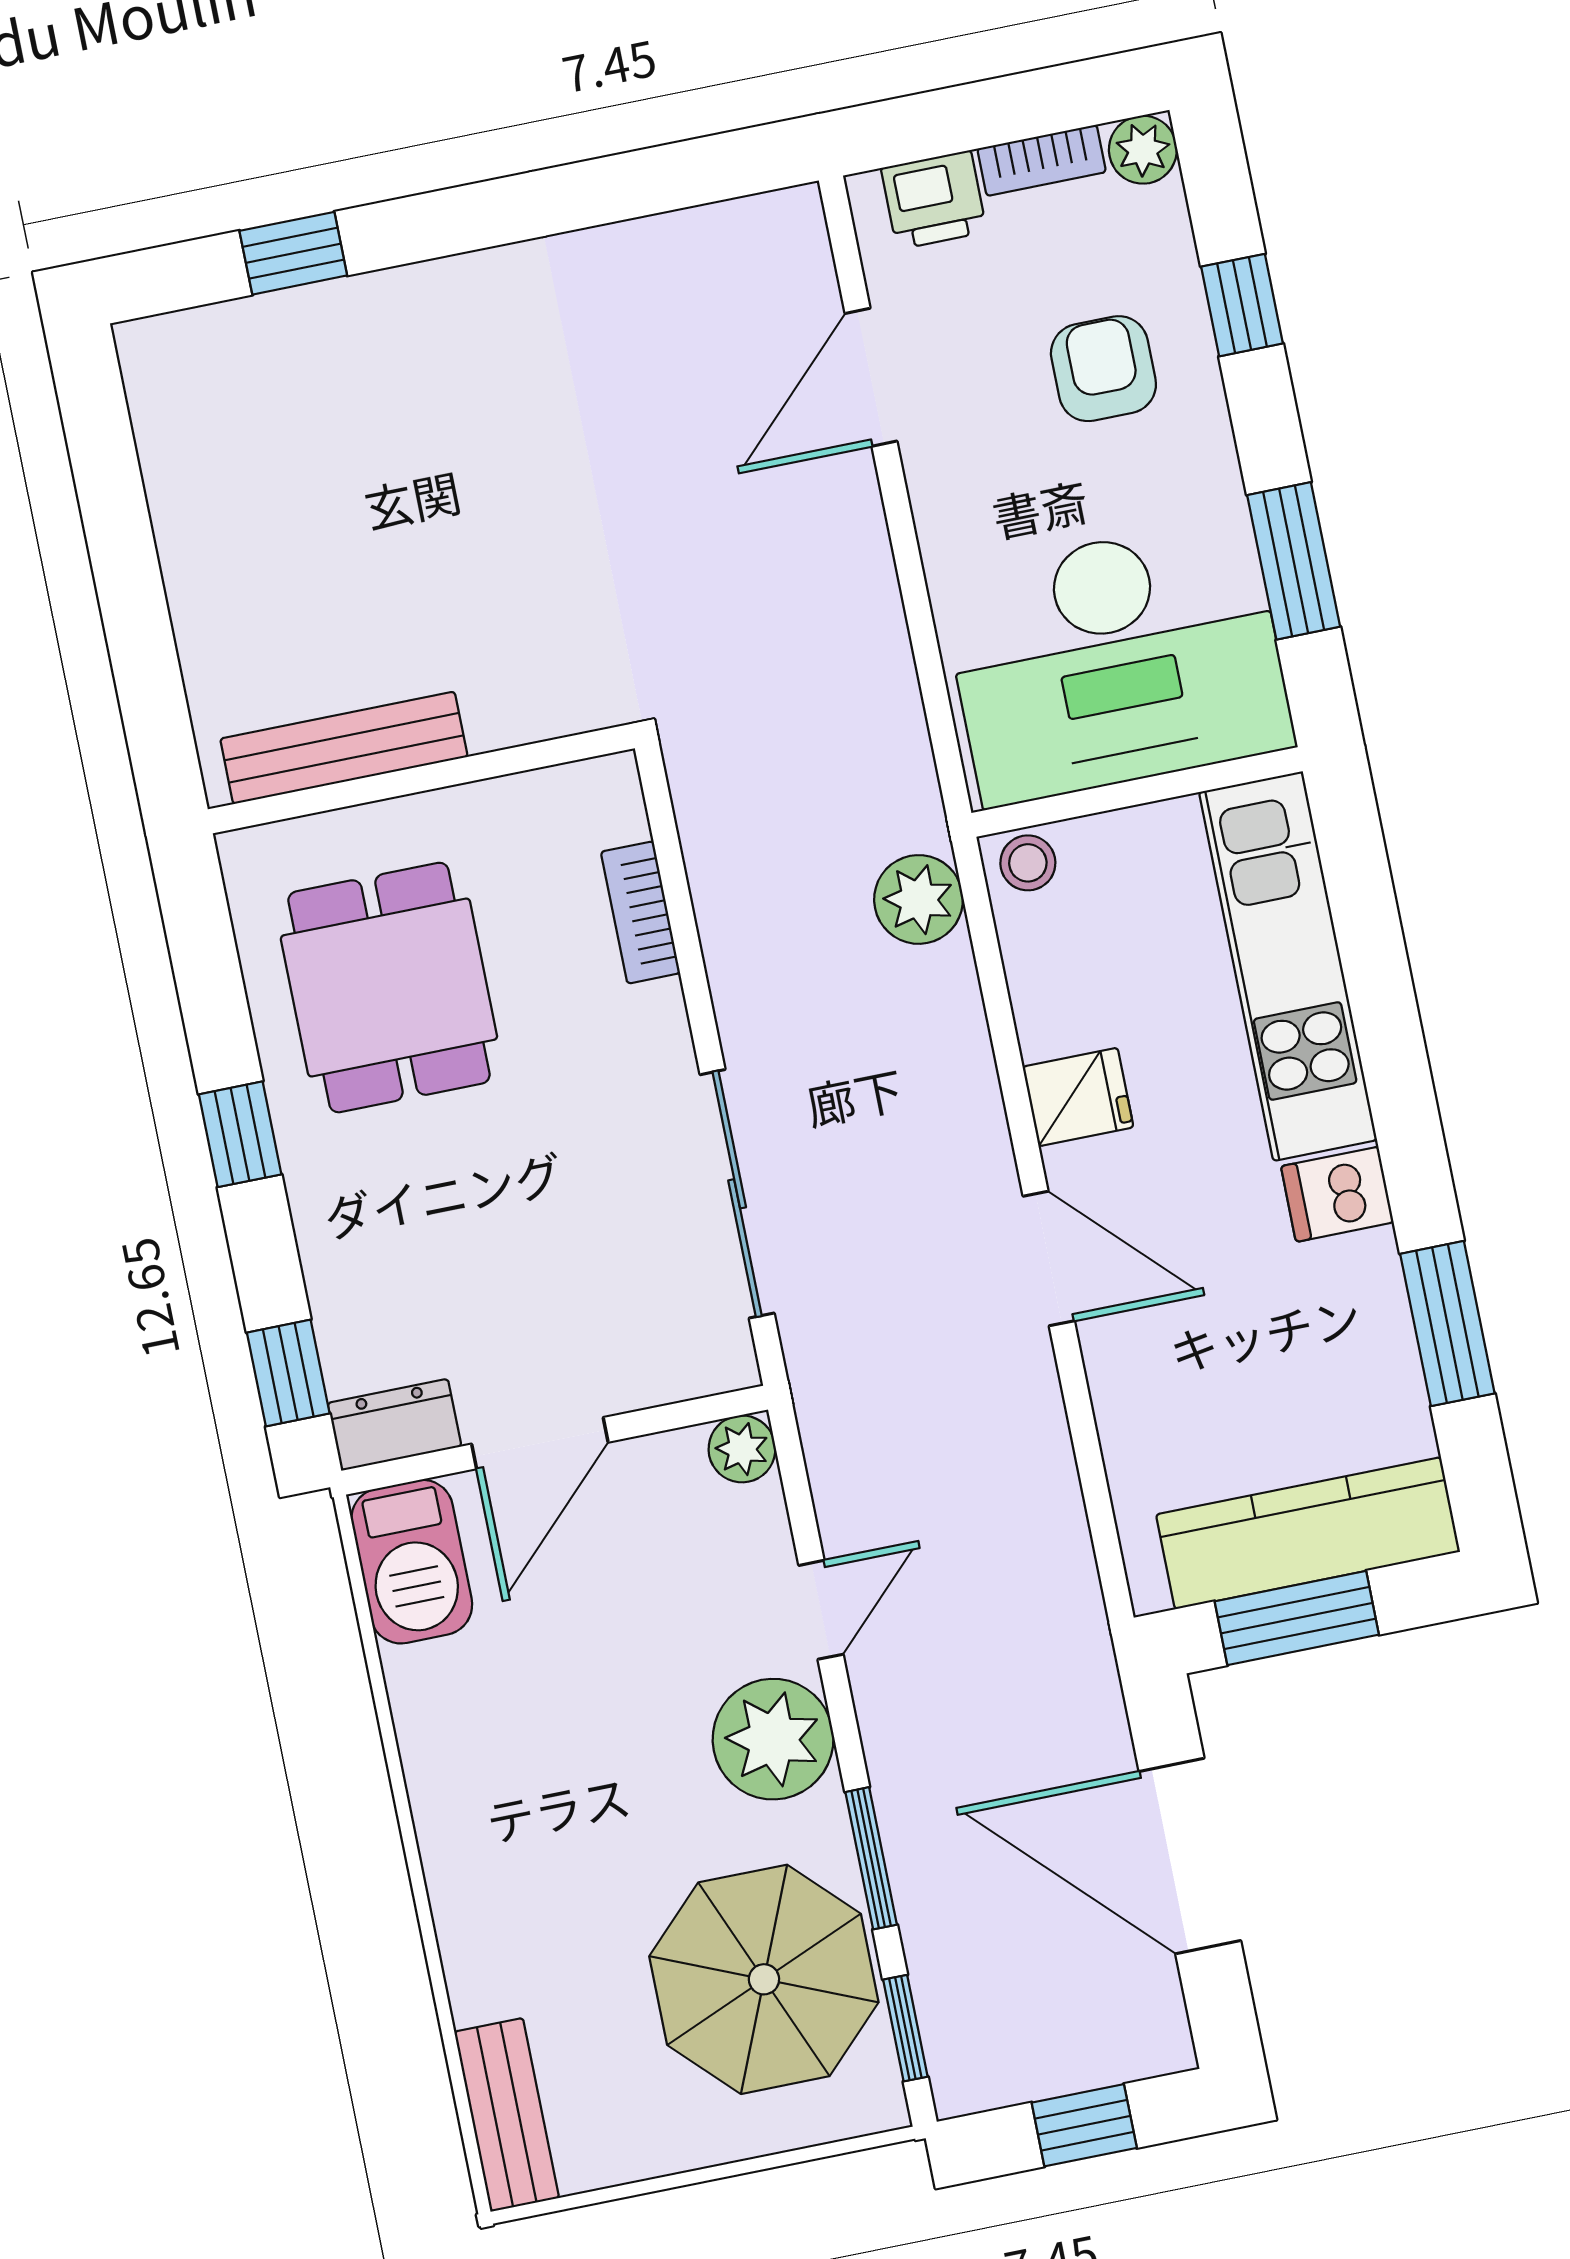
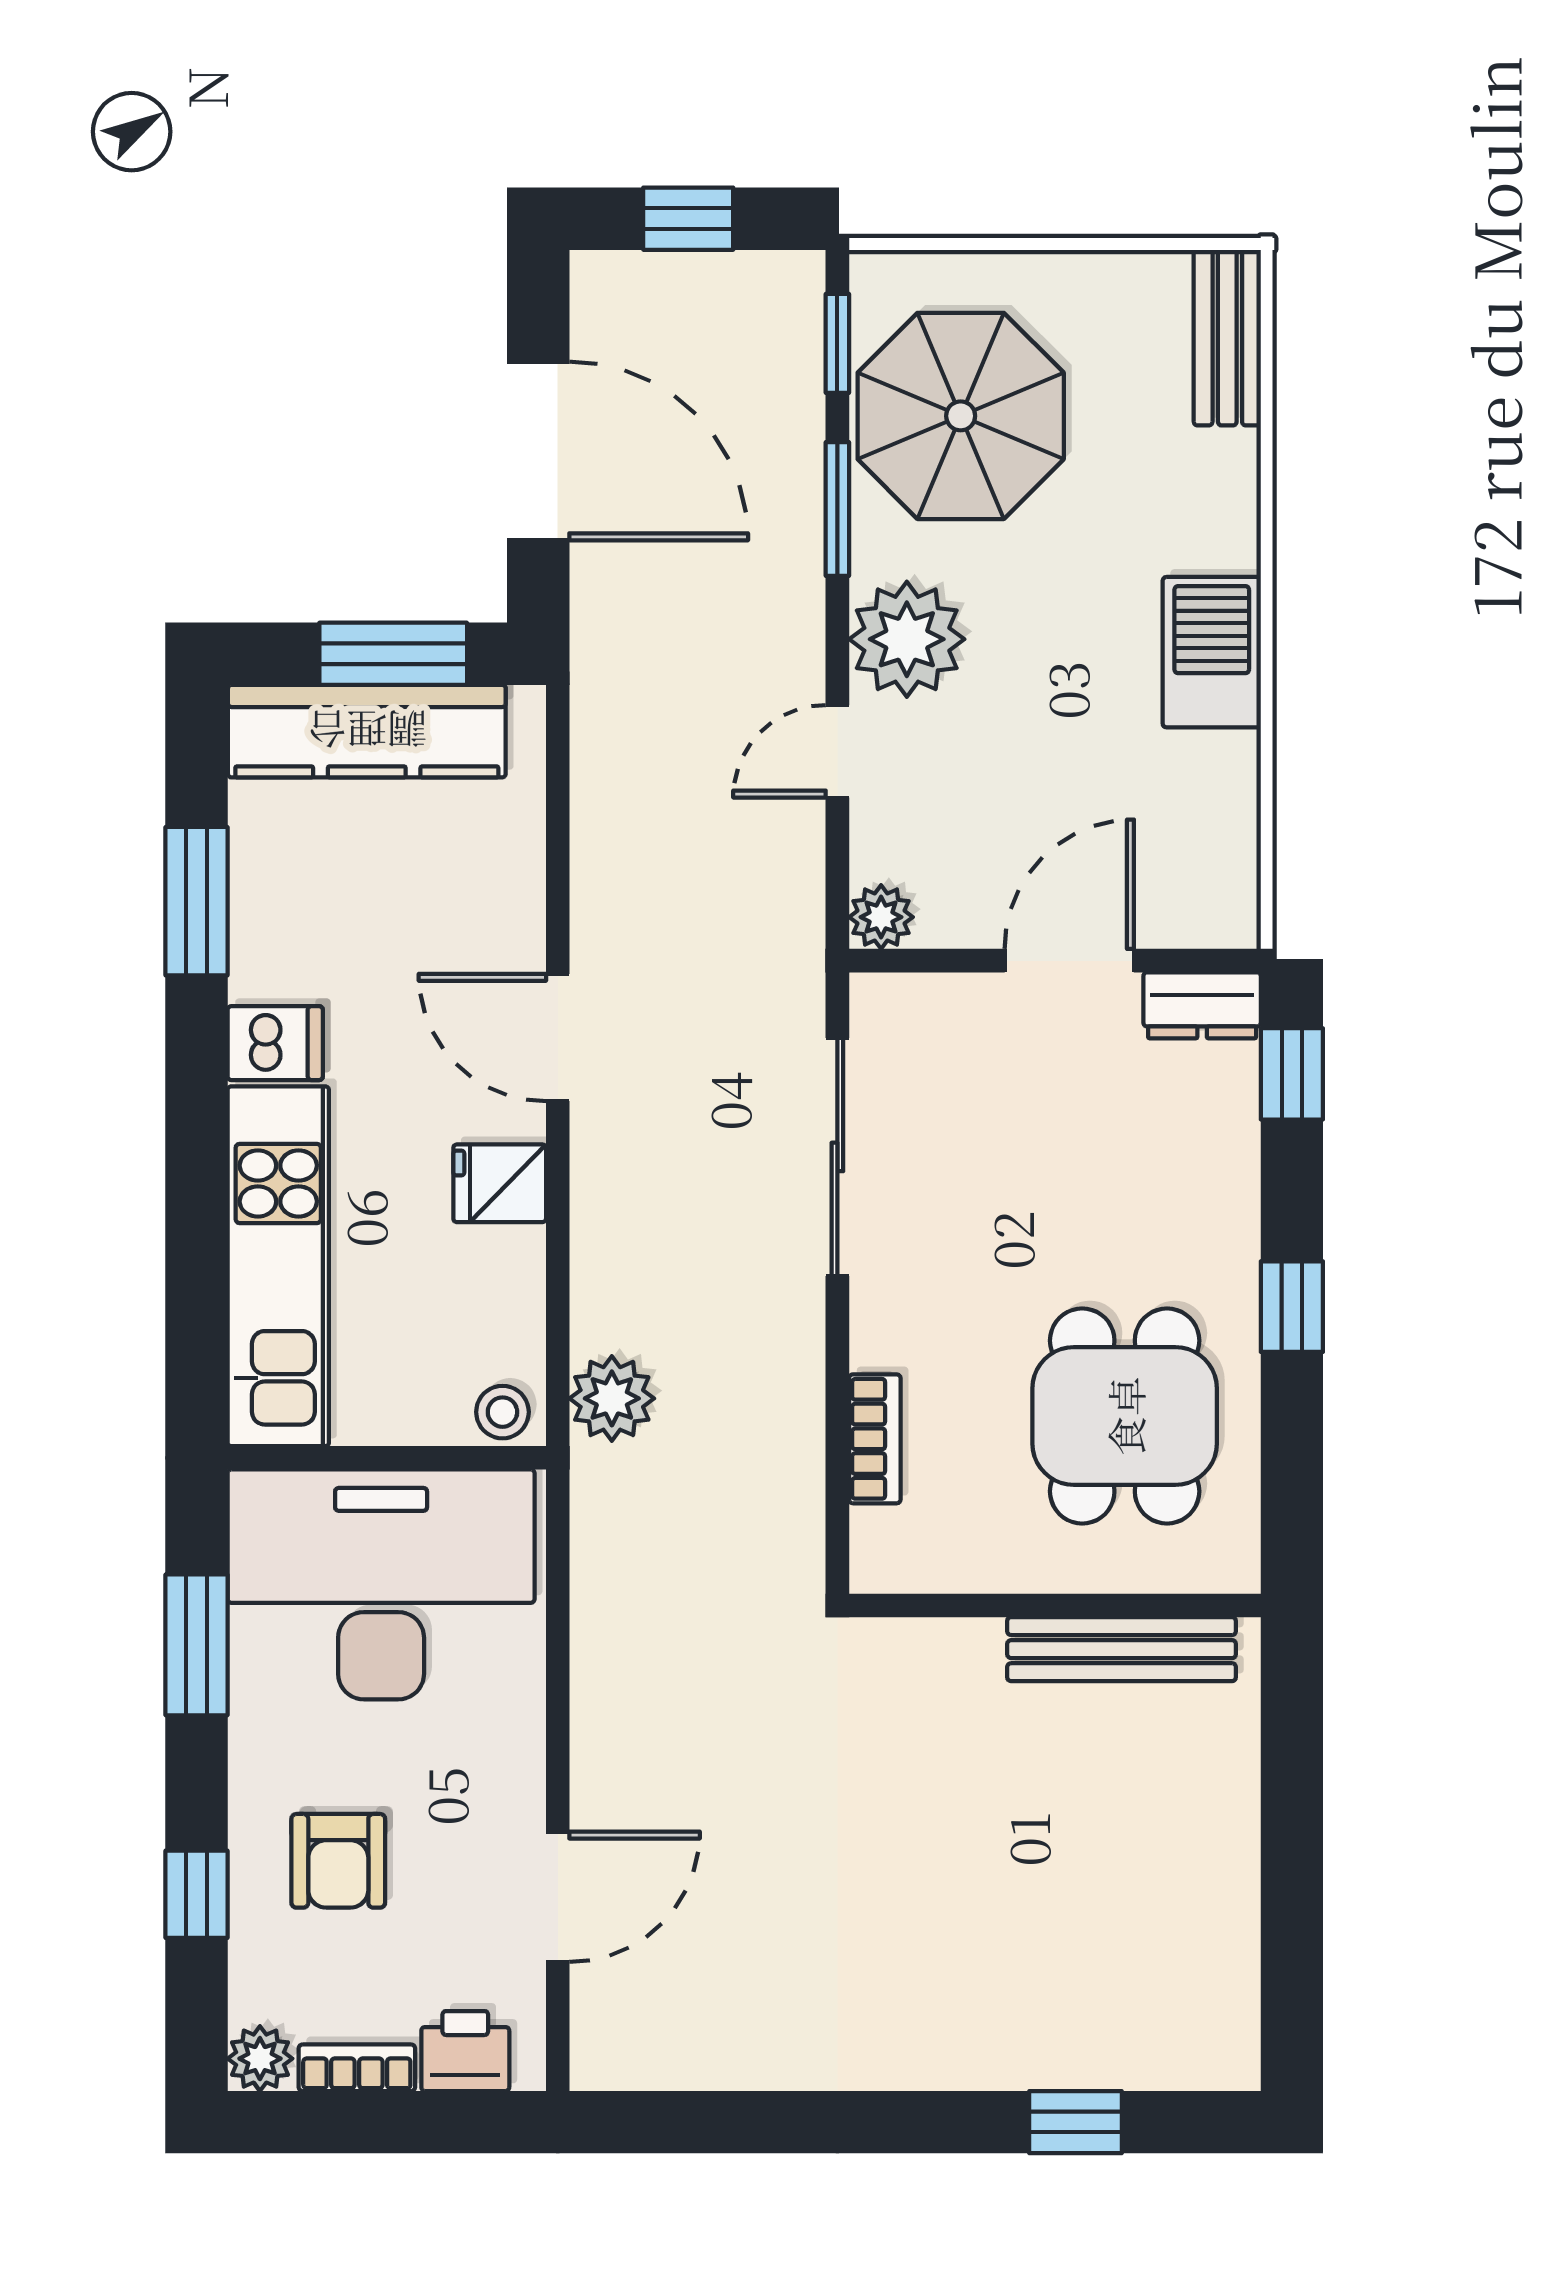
barbecue: (412, 1562) -> (1212, 652), moved

